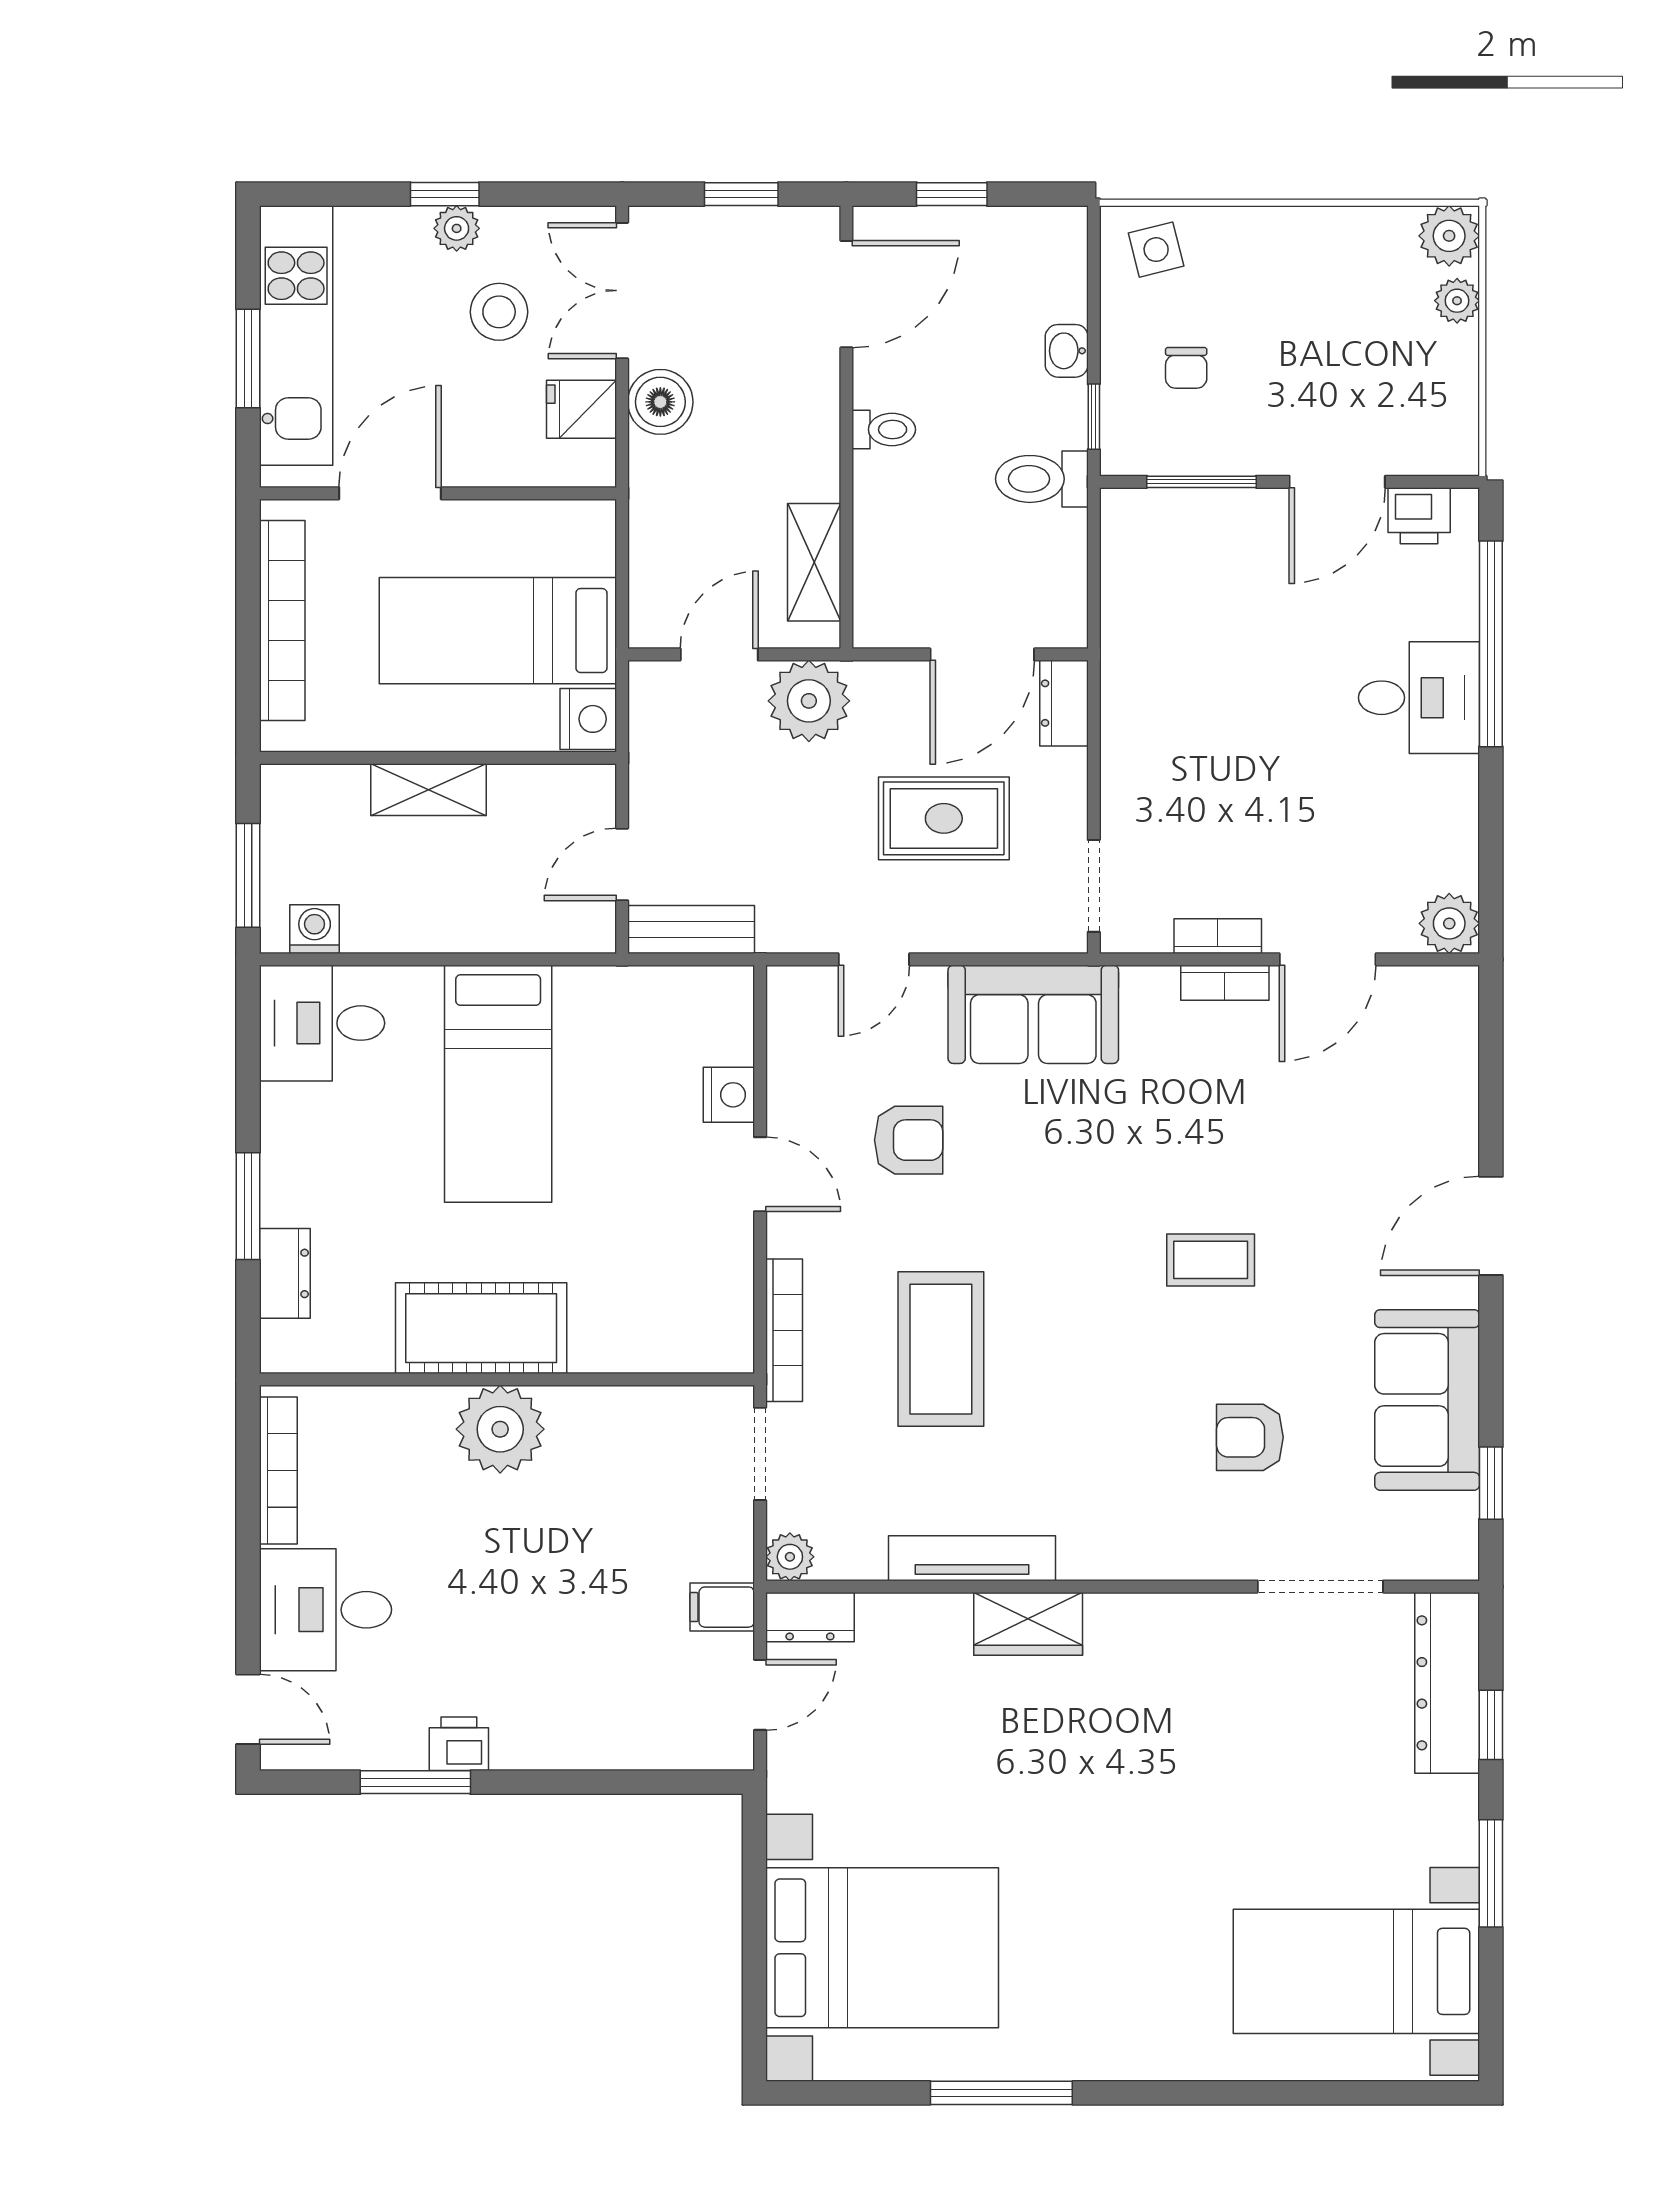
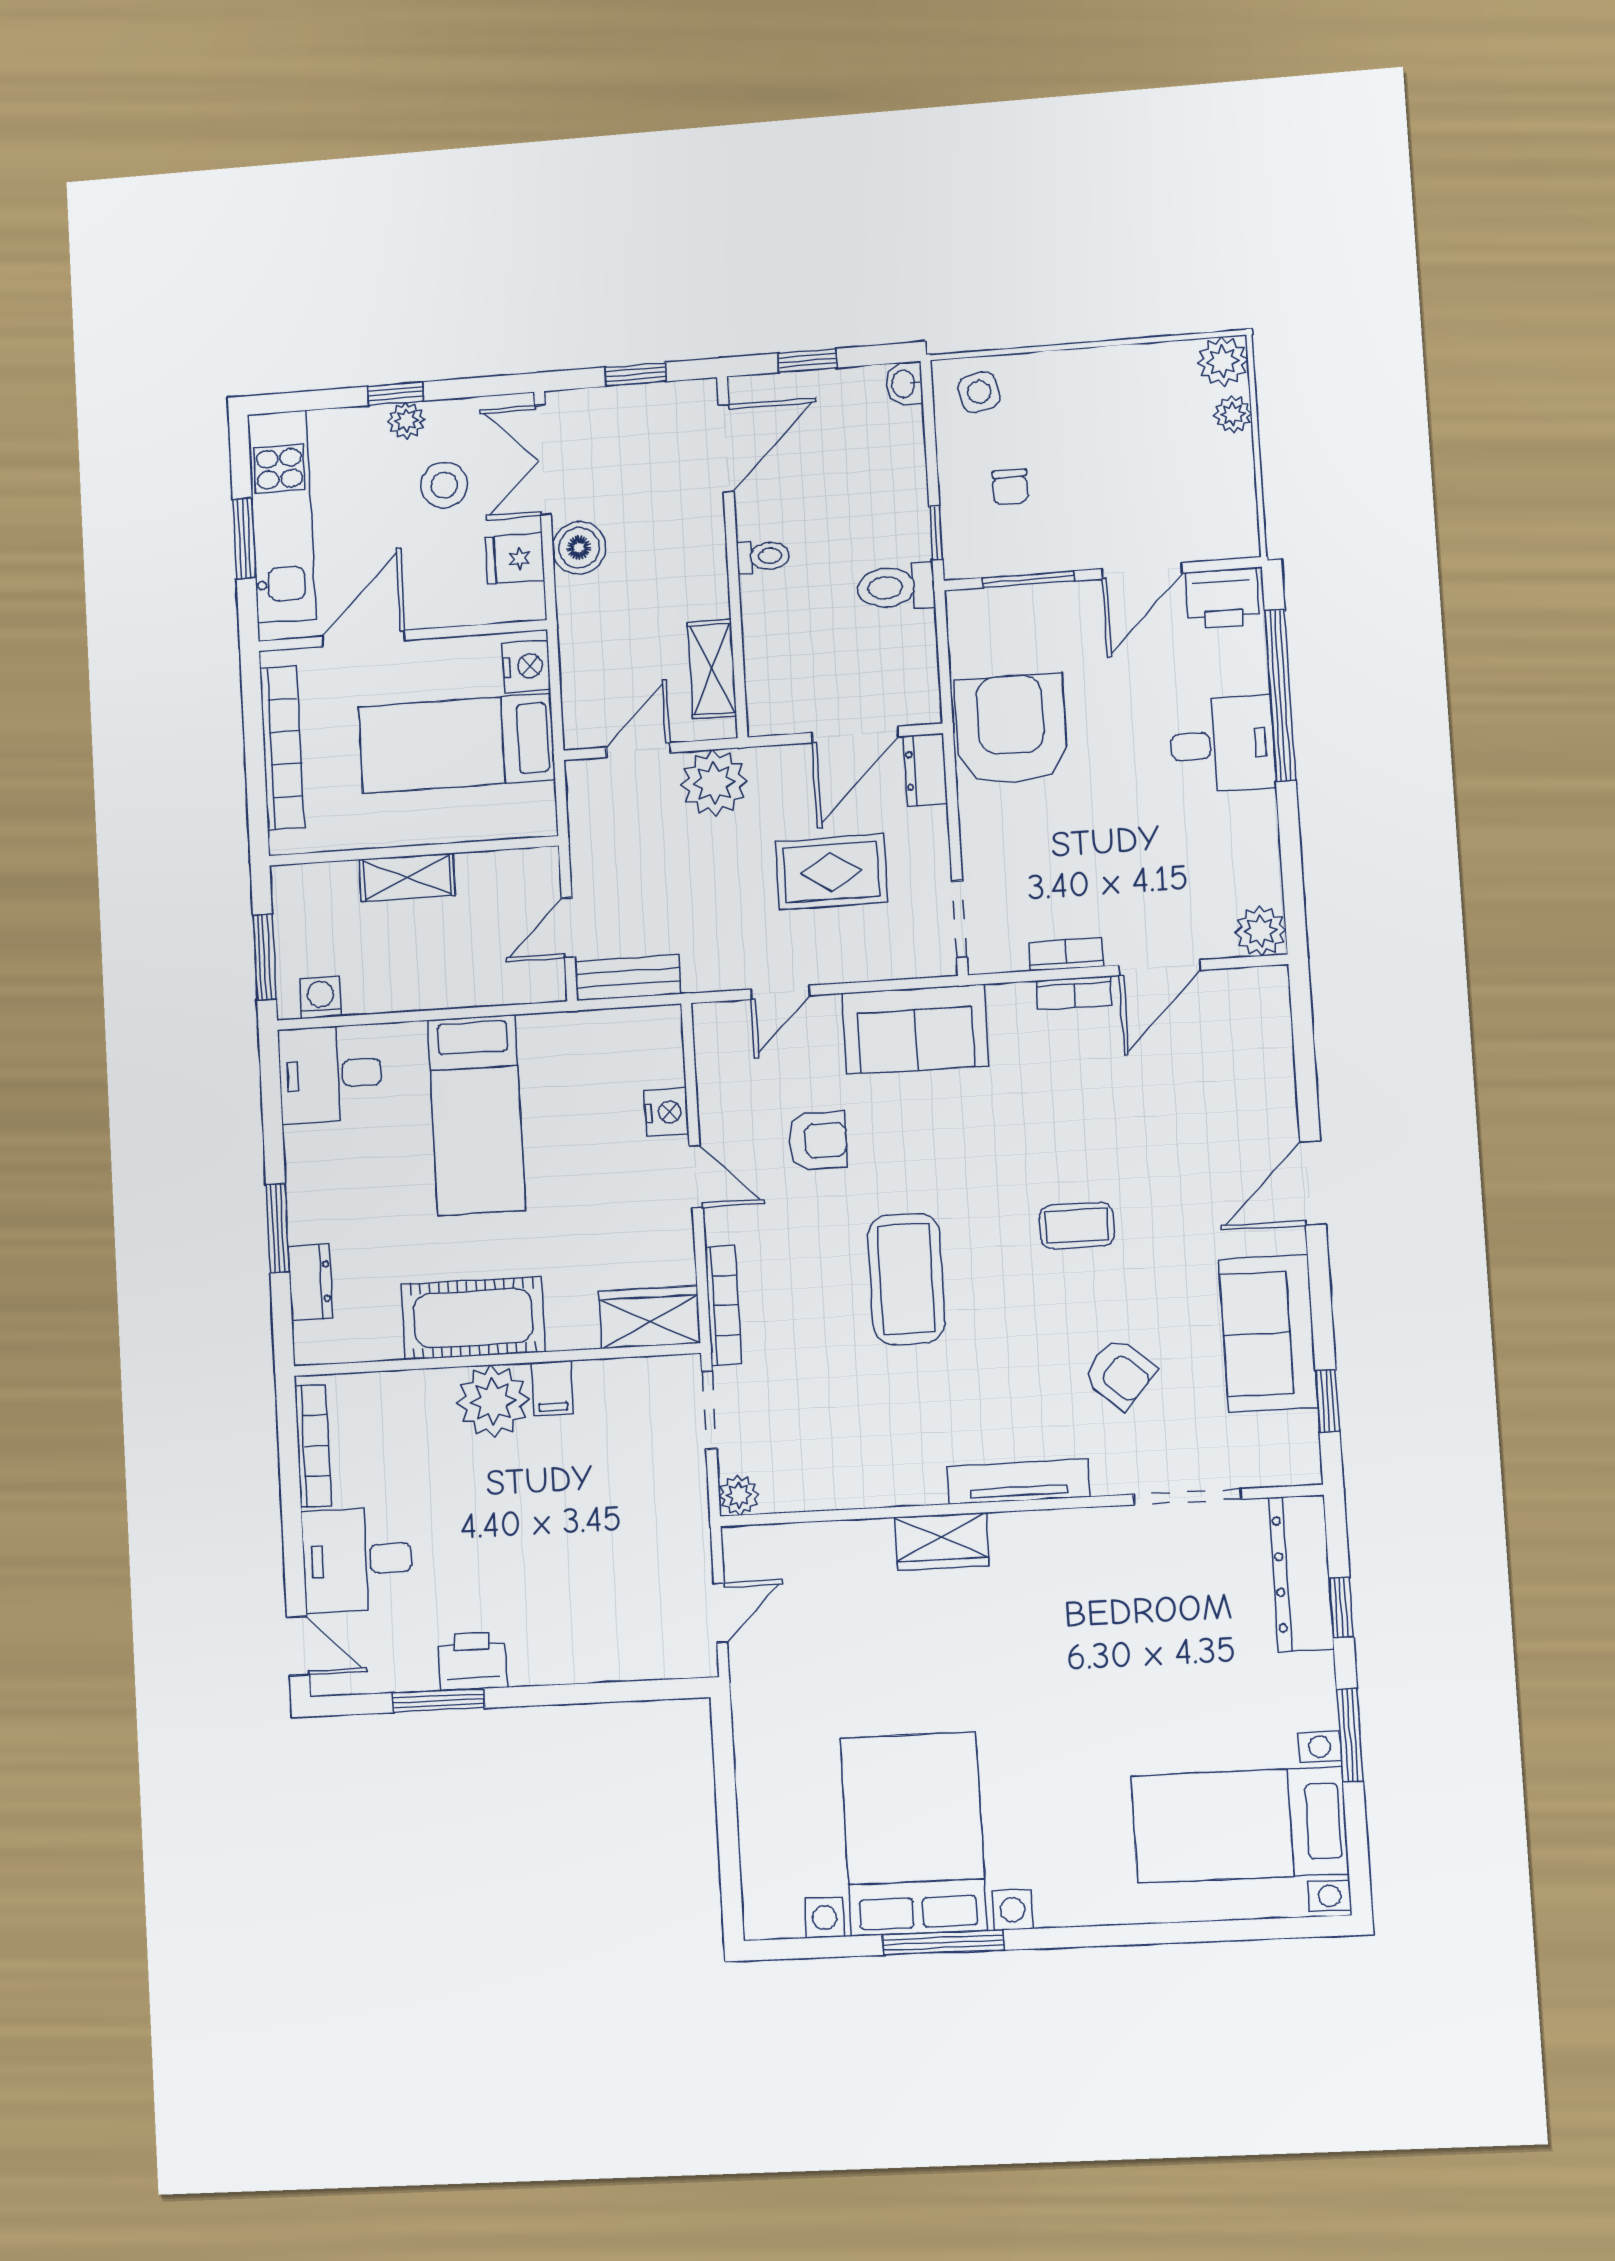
washbasin: (1067, 351) -> (904, 384), moved
printer: (1419, 516) -> (1222, 599), width x1.36, depth x1.24
armchair: (1169, 662) -> (1011, 730), added
nightstand: (588, 719) -> (526, 666), moved
wardrobe: (695, 1339) -> (650, 1317), added
coffee table: (941, 1349) -> (906, 1279), moved
armchair: (1250, 1437) -> (1120, 1373), turned -139
tv unit: (972, 1558) -> (1019, 1482), moved
filing cabinet: (722, 1607) -> (552, 1388), moved, turned -90
dresser: (810, 1617) -> (758, 1545), removed
printer: (459, 1744) -> (472, 1661), width x1.36, depth x1.24
bed with nightstands: (882, 1948) -> (914, 1834), moved, turned -90

